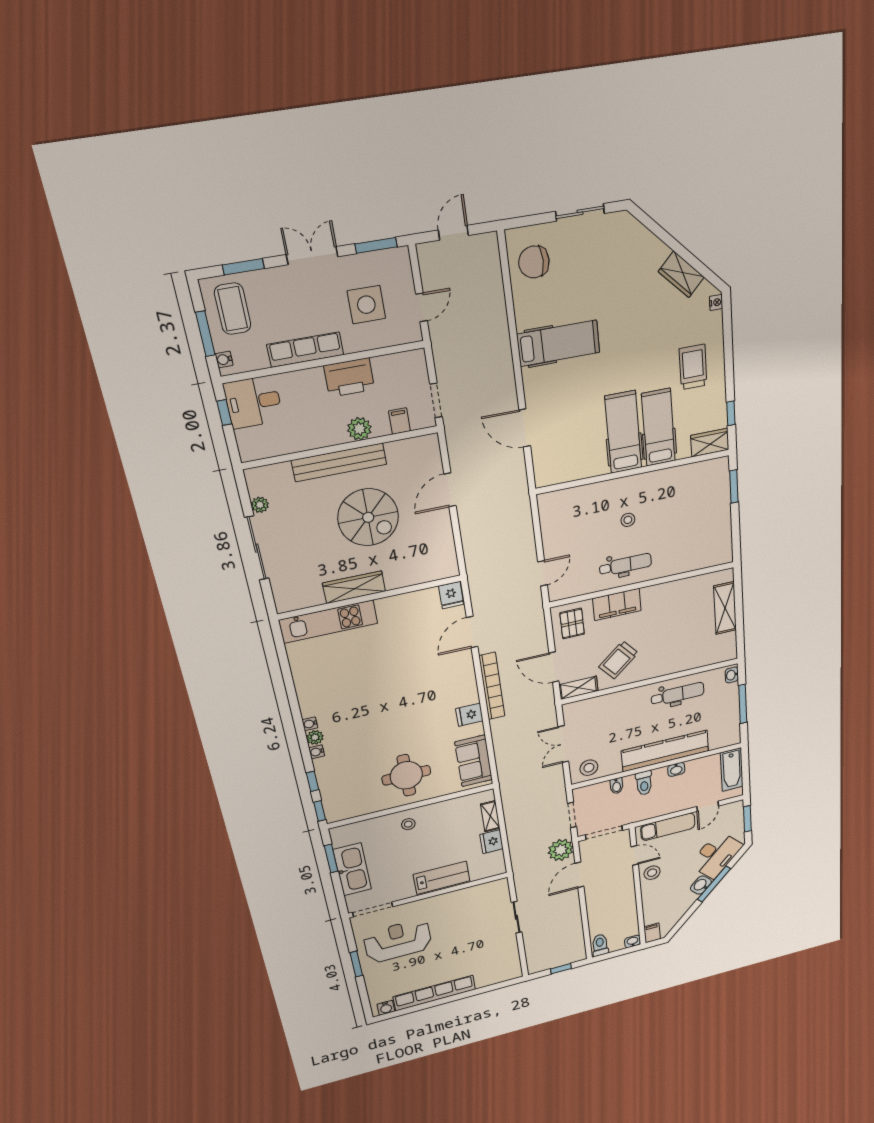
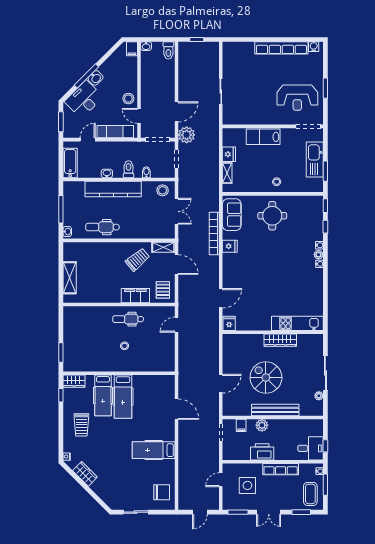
bookcase: (492, 686) -> (214, 234), moved

